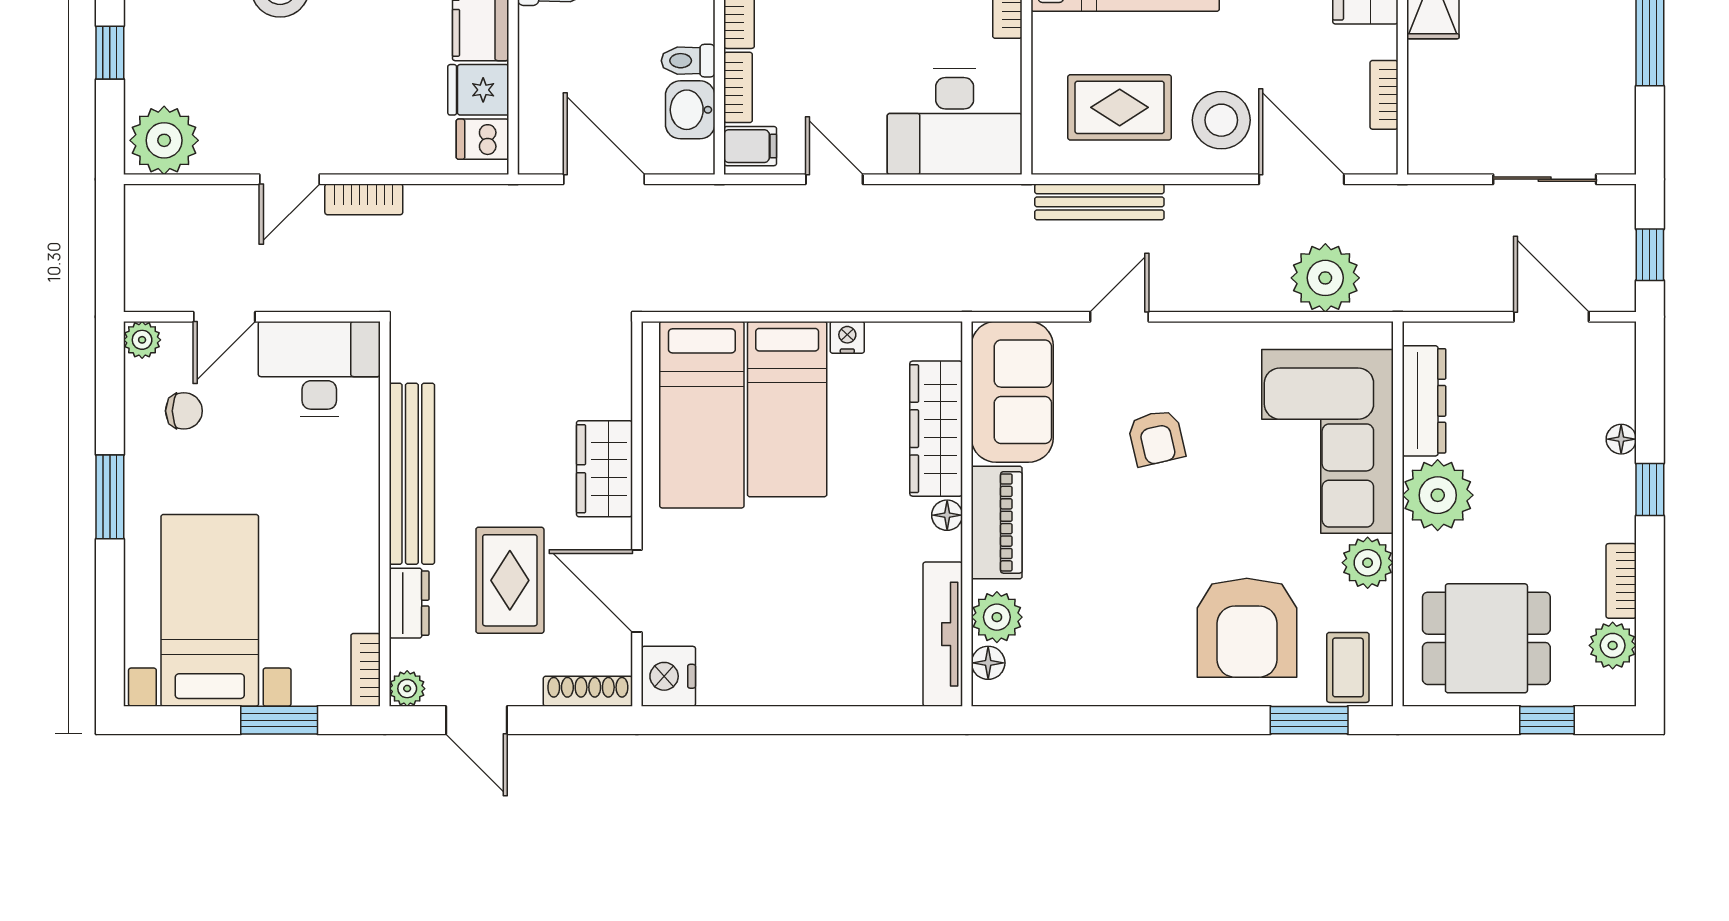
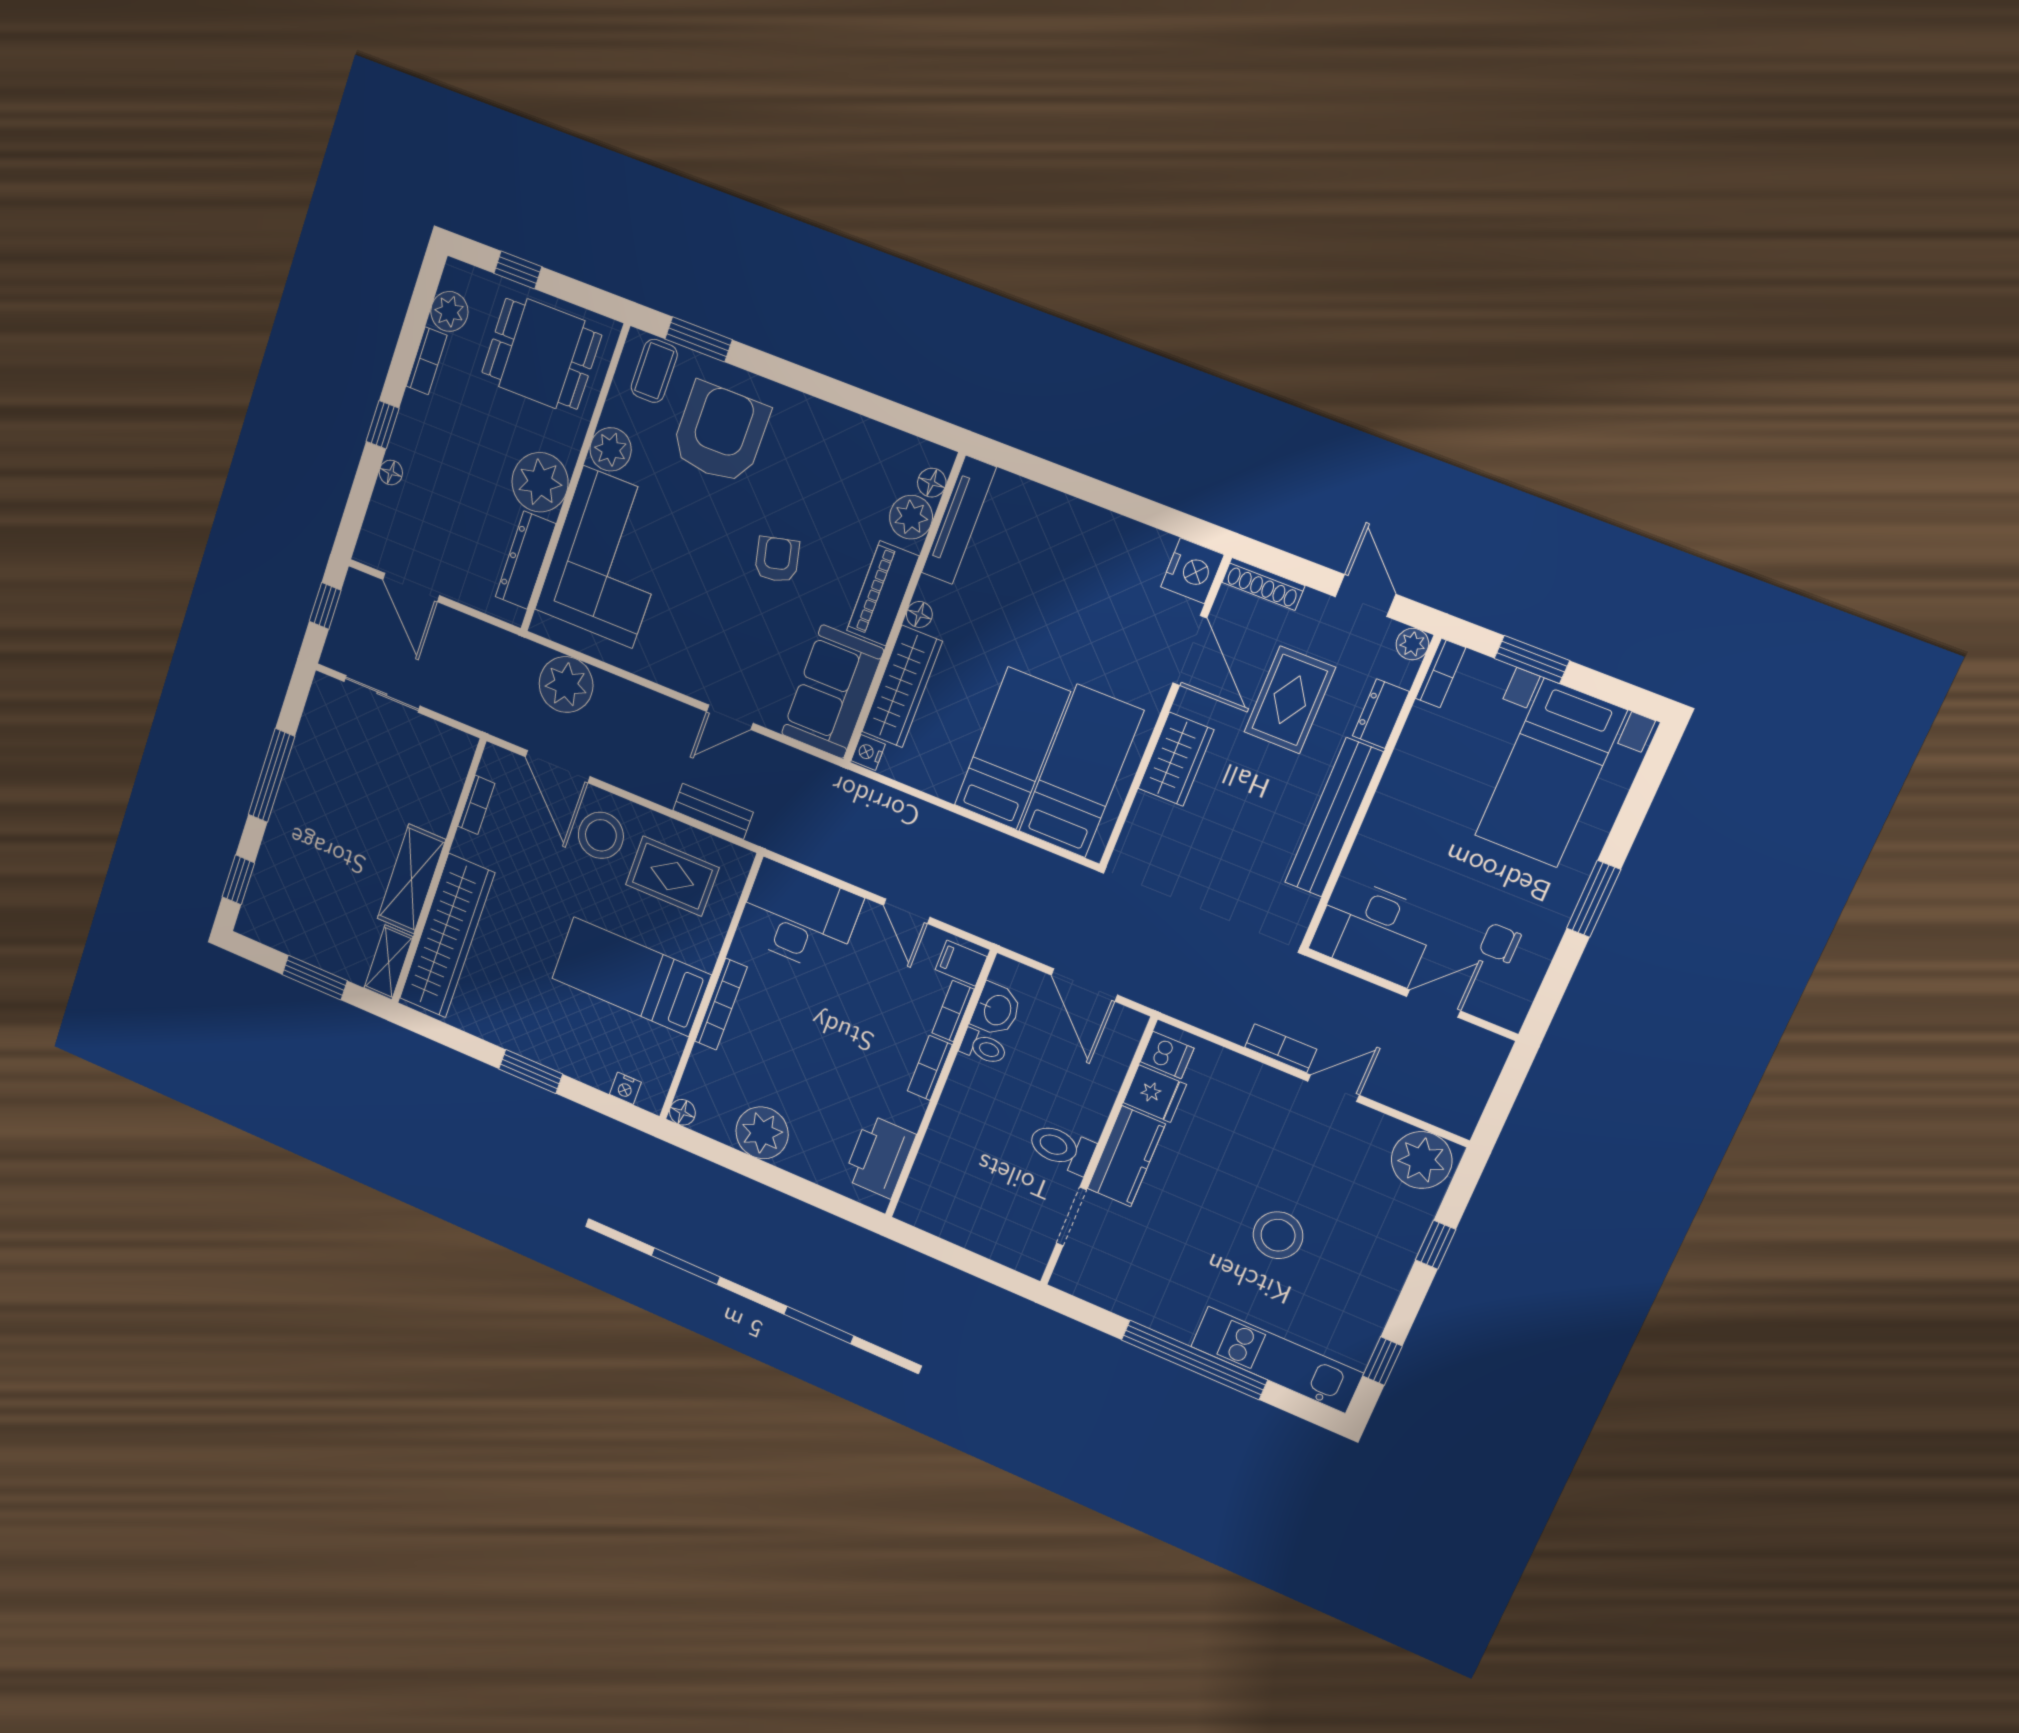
bench: (1099, 202) -> (713, 811), width x0.73
nightstand: (847, 337) -> (868, 752), moved, turned 90
plant: (142, 340) -> (1510, 1013), removed
armchair: (1156, 438) -> (777, 559), moved

